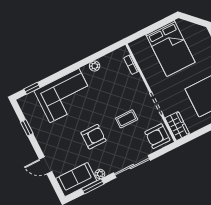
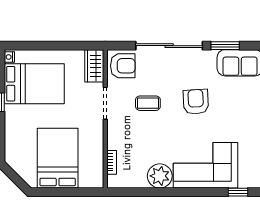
plant: (95, 66) -> (160, 176), width x1.88, depth x1.88
armchair: (94, 137) -> (196, 102), turned 87
sliding door: (132, 167) -> (169, 46), width x1.36
plant: (100, 174) -> (210, 56), removed

